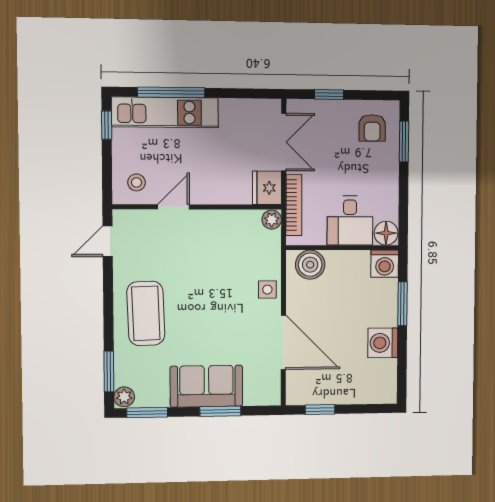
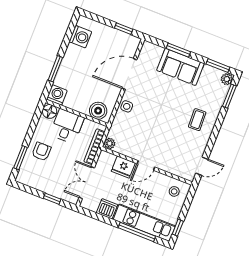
dishwasher: (235, 112) -> (107, 209), added
armchair: (372, 128) -> (41, 152), moved
fridge: (267, 188) -> (123, 167), moved, turned 90
door: (174, 207) -> (146, 165), moved
coffee table: (146, 313) -> (197, 120), width x0.54, depth x0.58
door: (283, 342) -> (129, 74), hinge flipped
washing machine: (383, 343) -> (80, 37), moved

